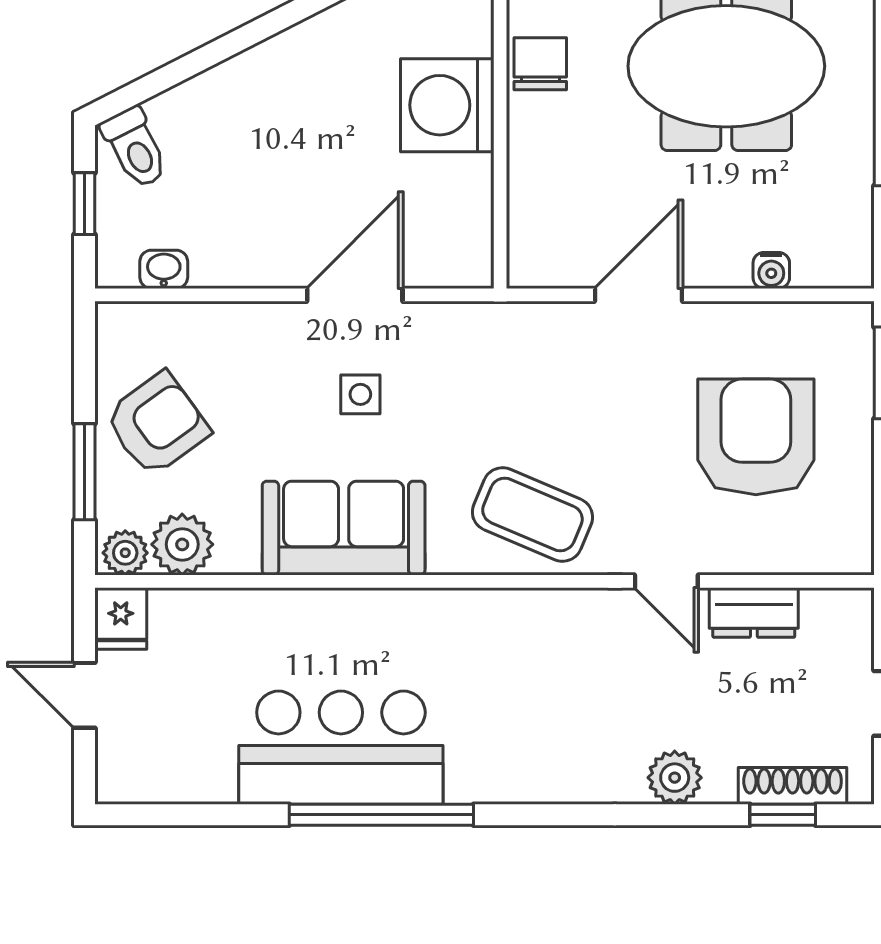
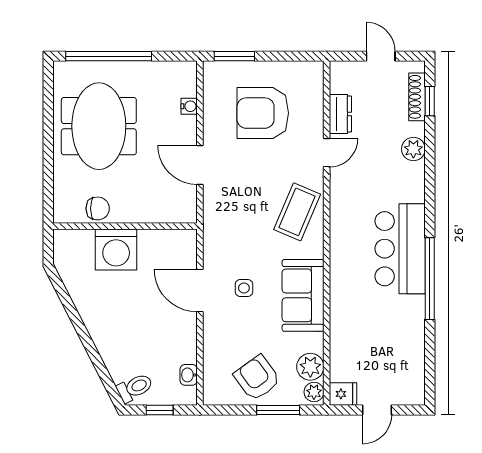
chair: (540, 64) -> (98, 208), turned 180
bar counter: (341, 748) -> (400, 249), moved

